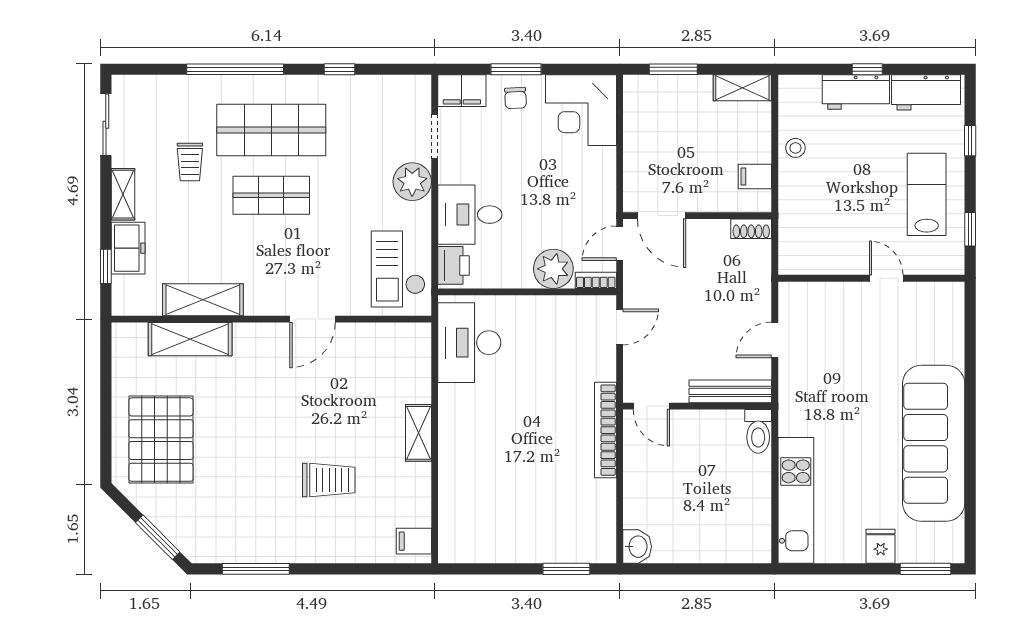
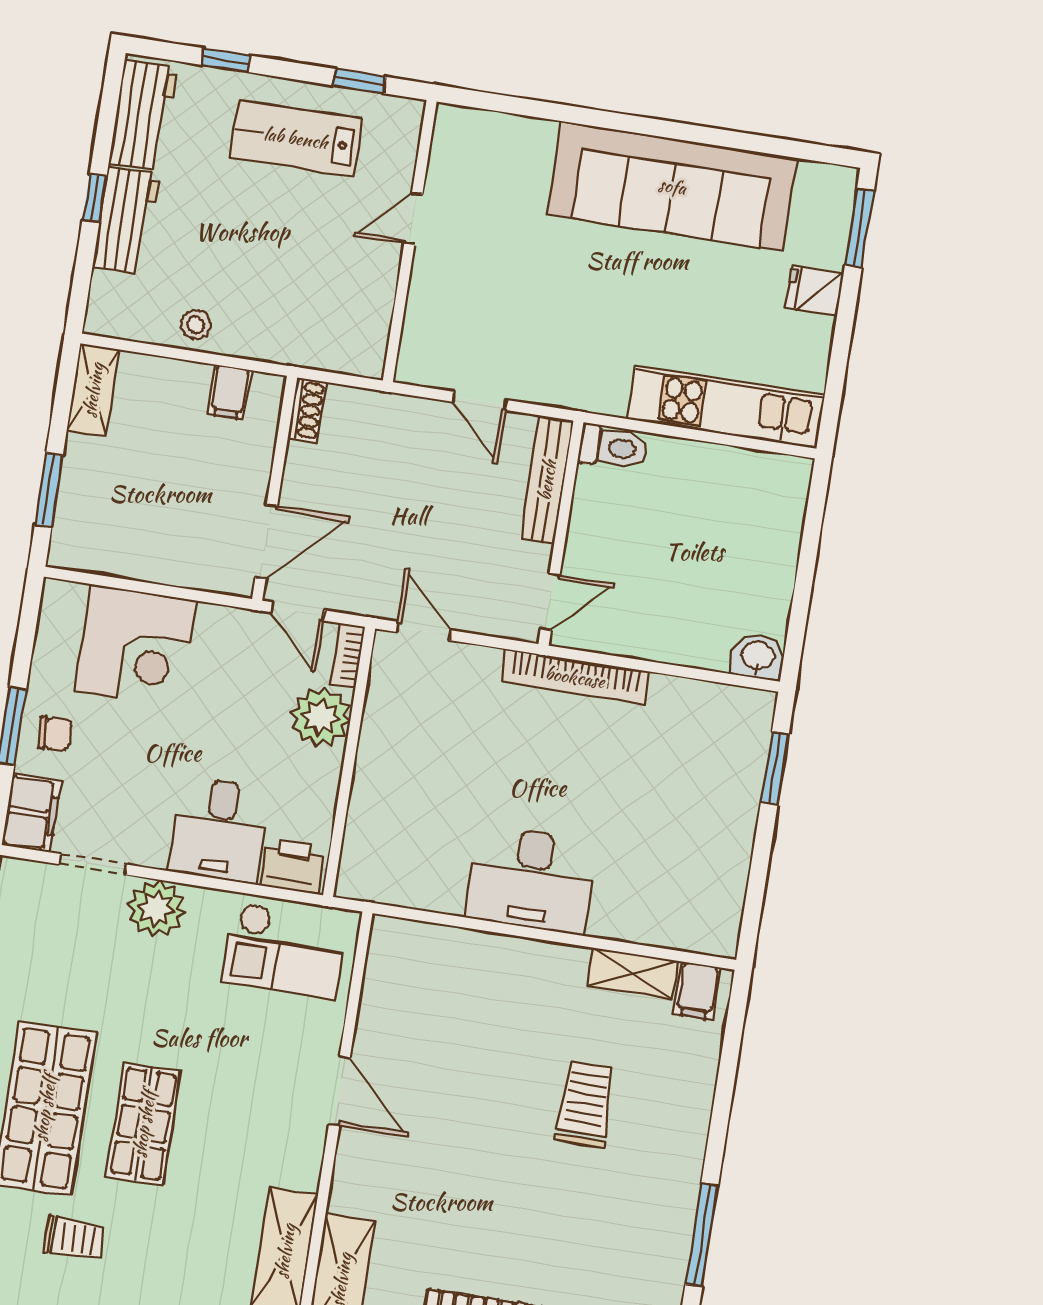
corner desk: (581, 110) -> (136, 646), moved
desk: (469, 343) -> (531, 880), moved
shelving: (418, 433) -> (633, 974), moved

